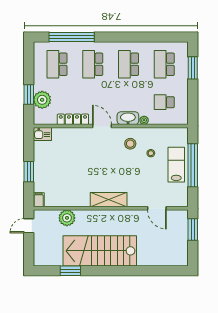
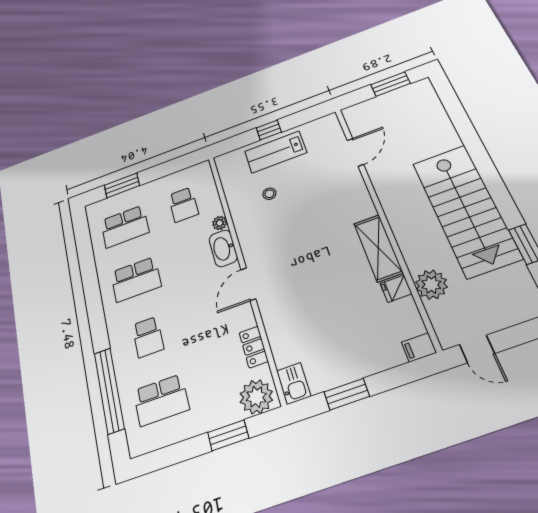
school desk: (93, 64) -> (148, 337), width x0.54
plant: (42, 100) -> (256, 397), moved
locker: (73, 119) -> (254, 347), width x0.66
stool: (130, 144) -> (264, 229), removed
window: (193, 165) -> (269, 130), width x0.32
window: (29, 172) -> (347, 394), moved
fridge: (71, 200) -> (396, 289), added
shelving: (109, 200) -> (378, 248), moved
window: (193, 229) -> (390, 84), moved

